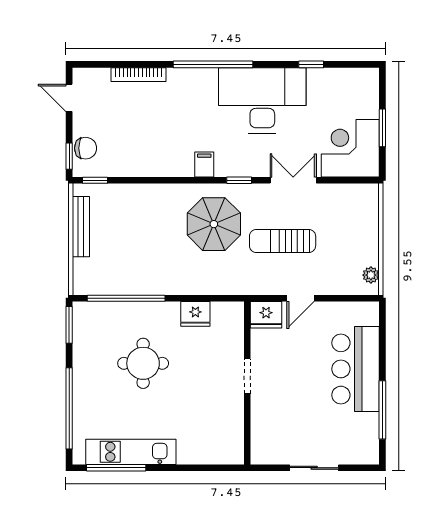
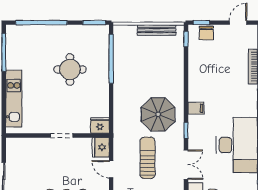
fridge: (195, 314) -> (100, 126), moved, turned 90
kitchen unit: (131, 452) -> (14, 99), moved

